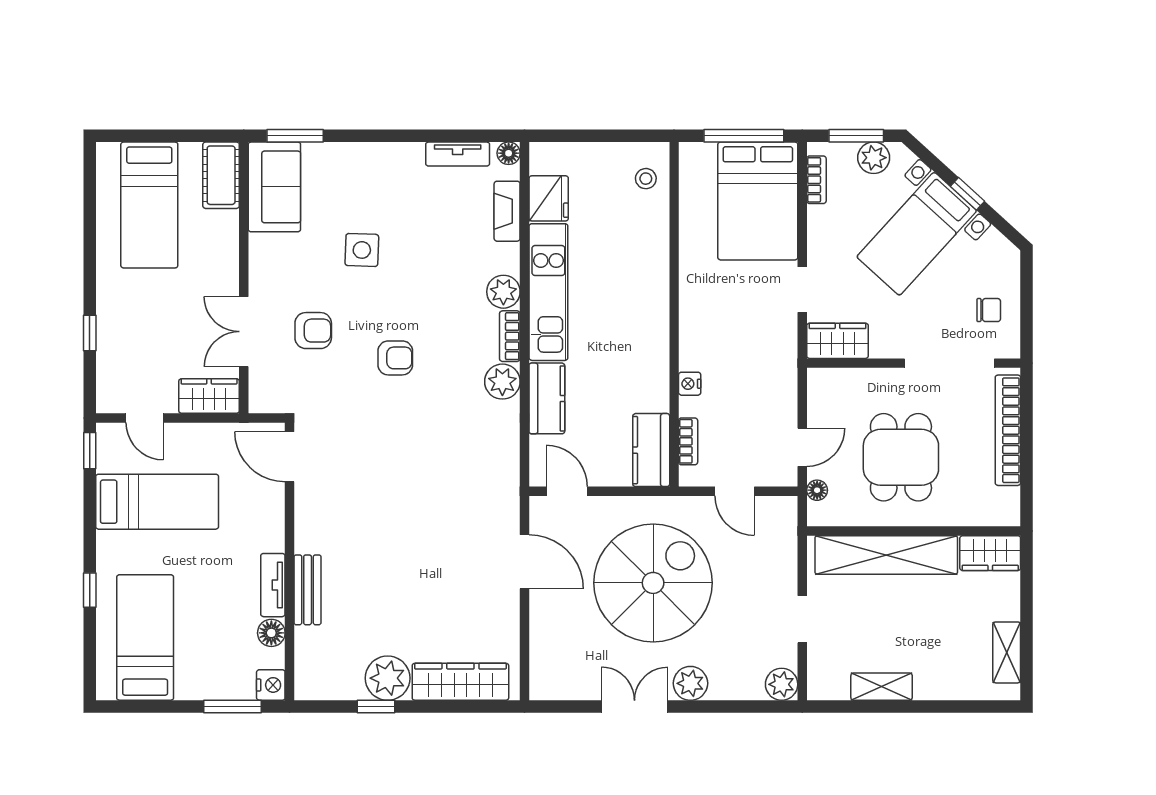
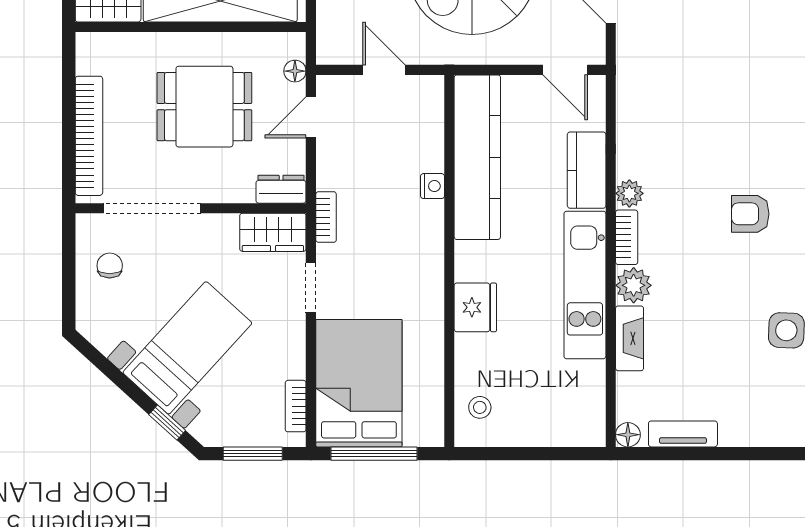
plant: (874, 158) -> (234, 430), removed
window: (967, 194) -> (167, 423), moved
fridge: (549, 198) -> (475, 307), moved, turned 180
fireplace: (507, 211) -> (630, 338), moved
chair: (989, 310) -> (110, 266), turned 90
dresser: (830, 381) -> (281, 189), added
plant: (502, 382) -> (629, 193), width x0.73, depth x0.73
bookcase: (688, 441) -> (326, 217), moved, turned 180
kitchen counter: (651, 450) -> (477, 157), width x2.08, depth x1.17
dining table: (901, 457) -> (204, 107), turned 90

